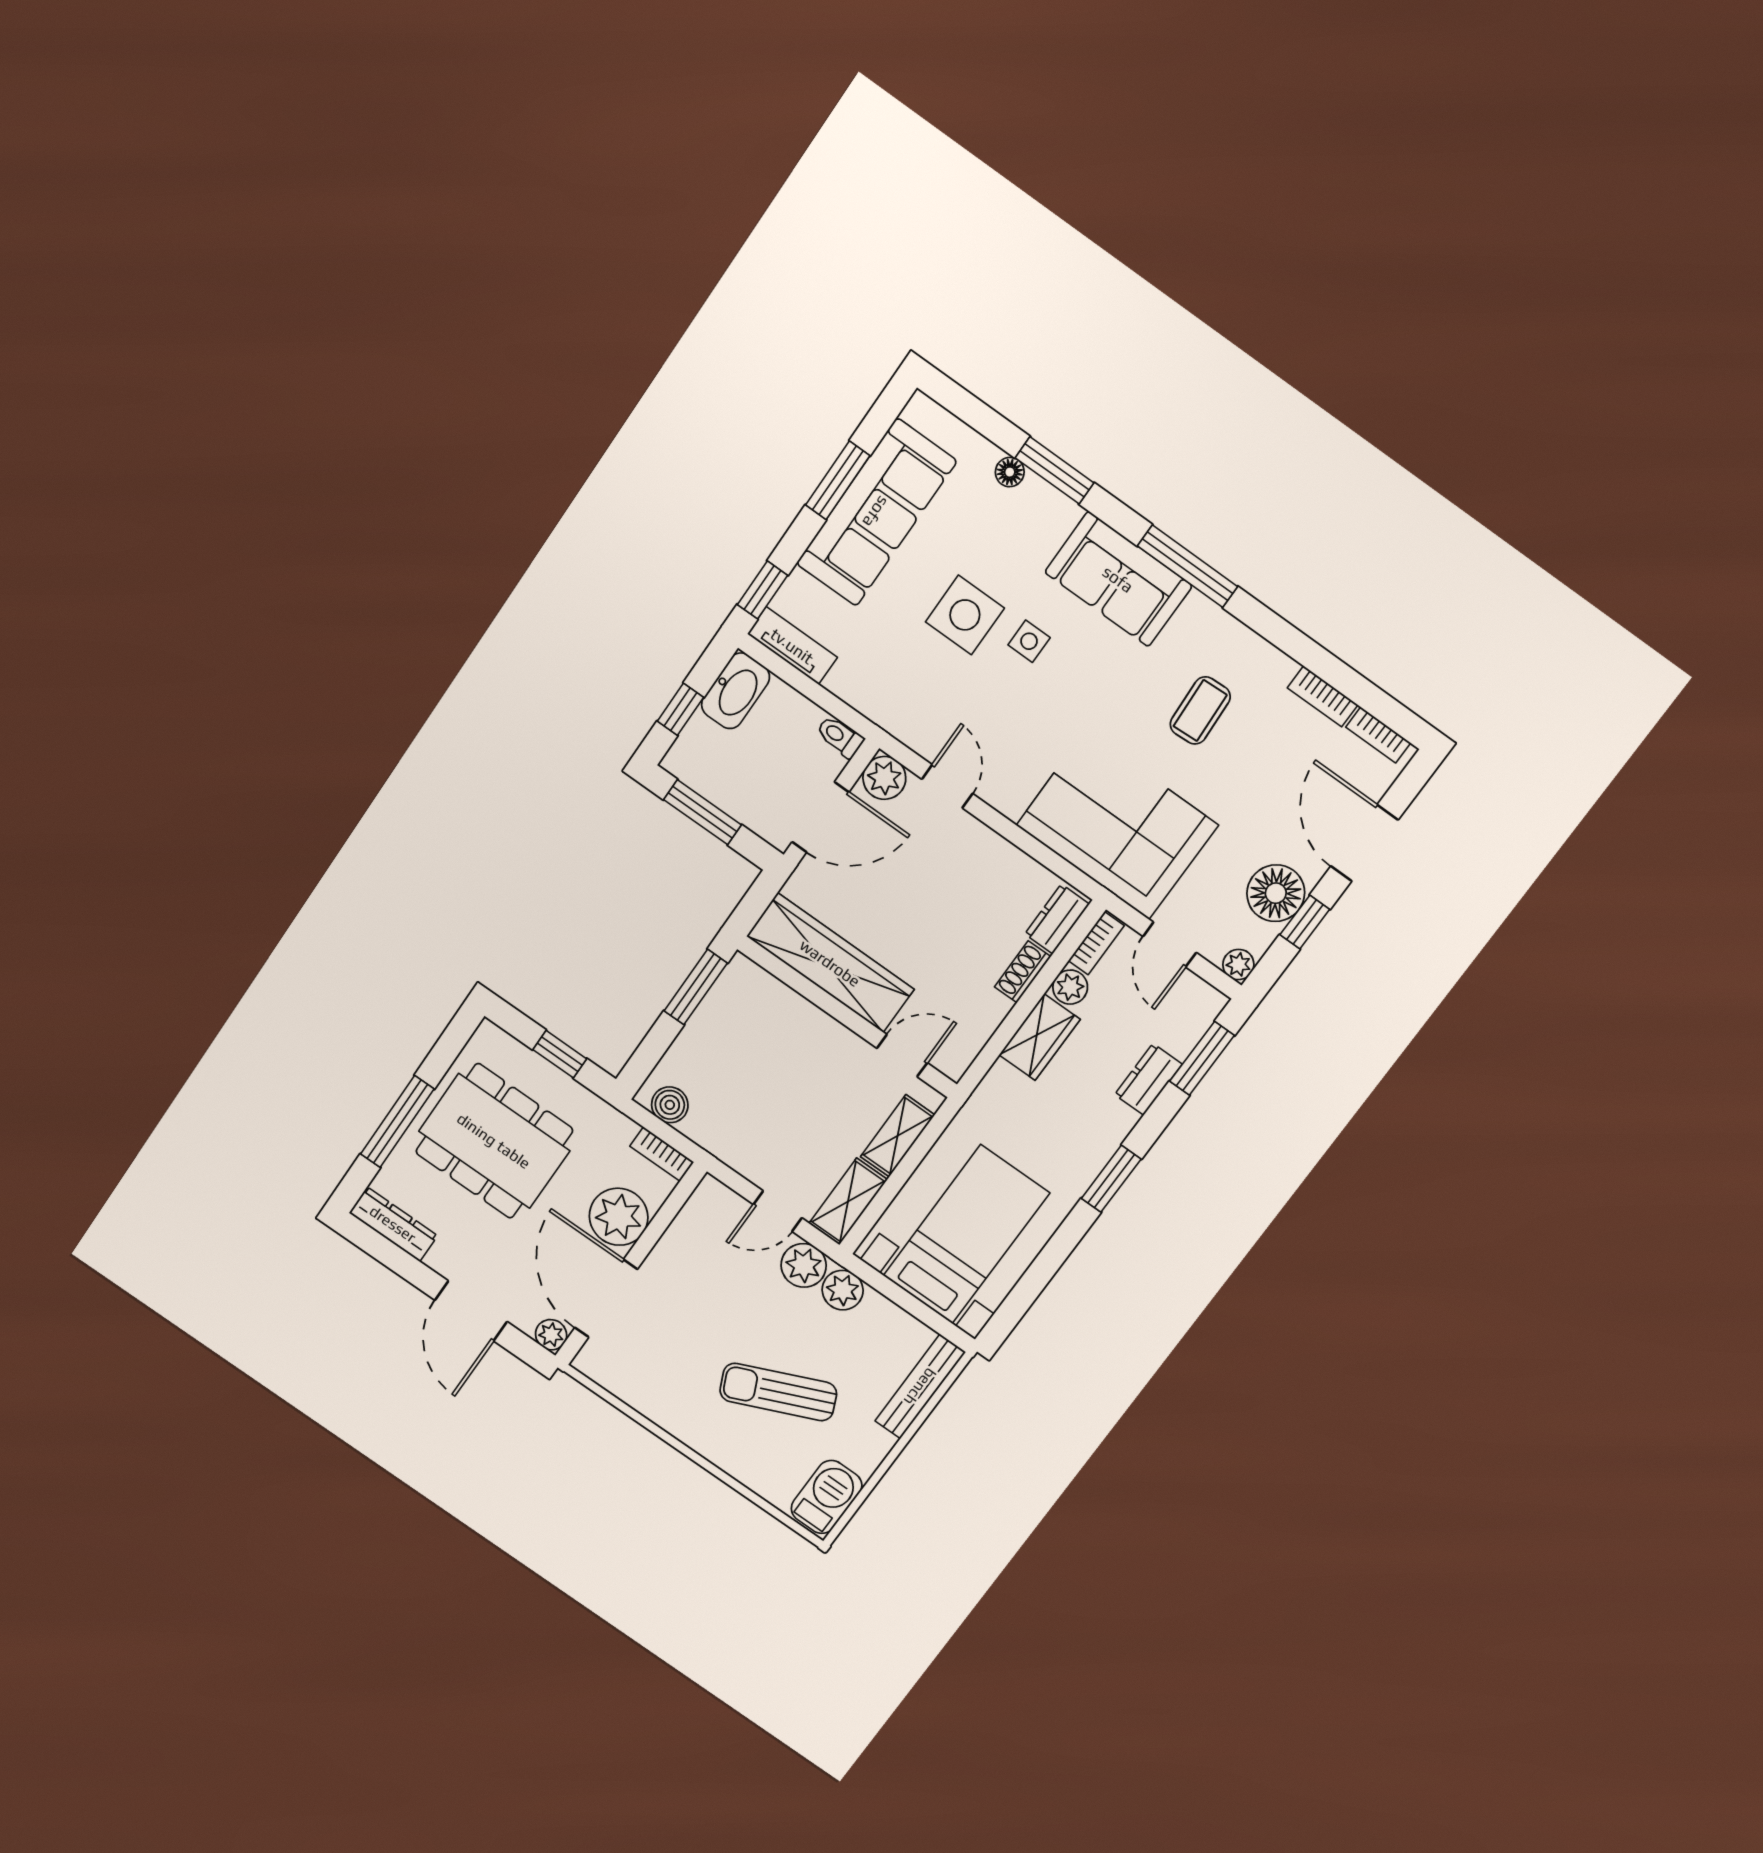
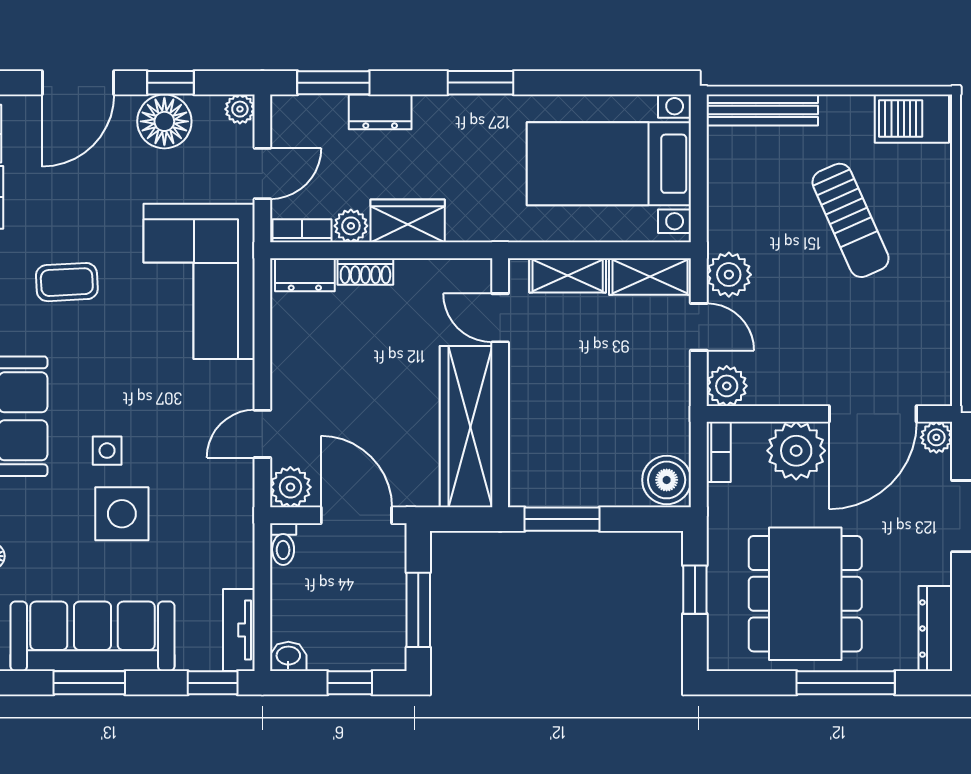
washbasin: (736, 691) -> (288, 656), width x0.52, depth x0.69
boiler: (670, 1105) -> (667, 480), width x1.36, depth x1.36
plant: (843, 1290) -> (727, 386), moved

